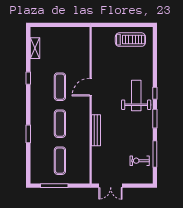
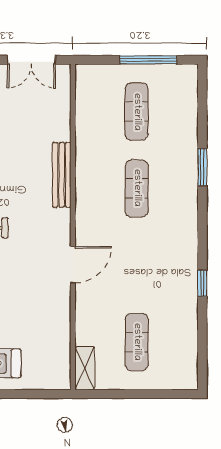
shelving: (35, 48) -> (85, 368), moved
exercise mat: (60, 87) -> (137, 342), moved
double door: (111, 186) -> (31, 60), swing flipped

